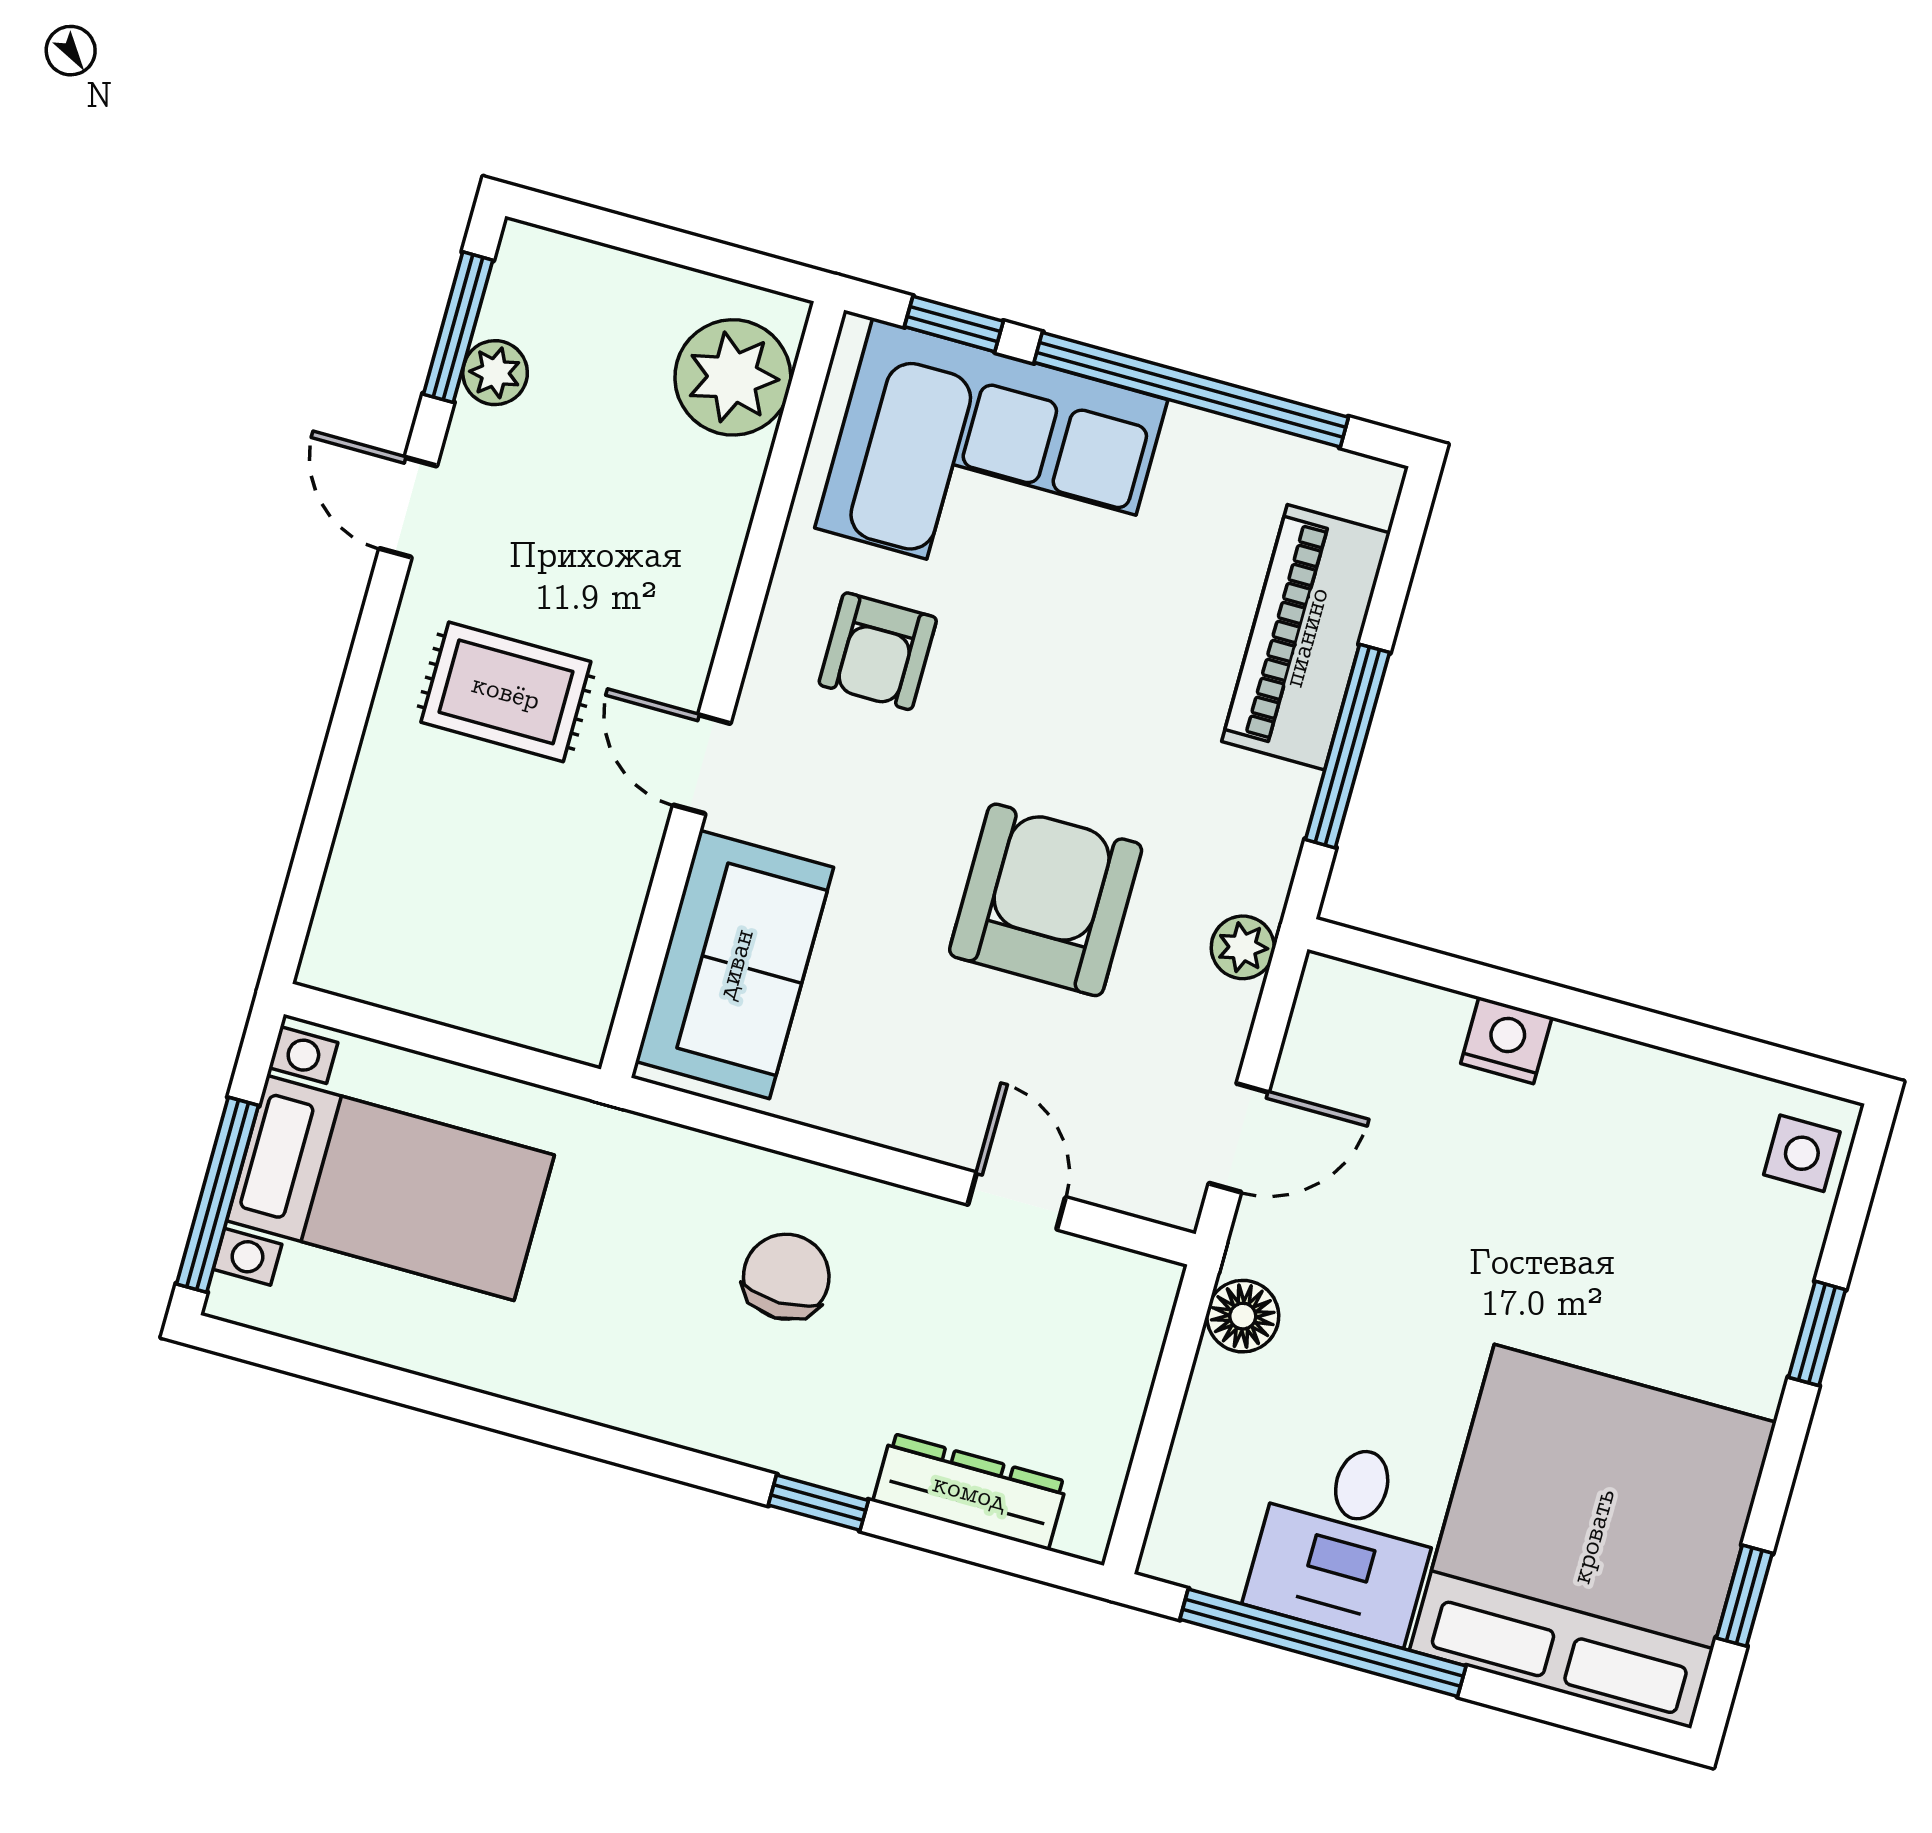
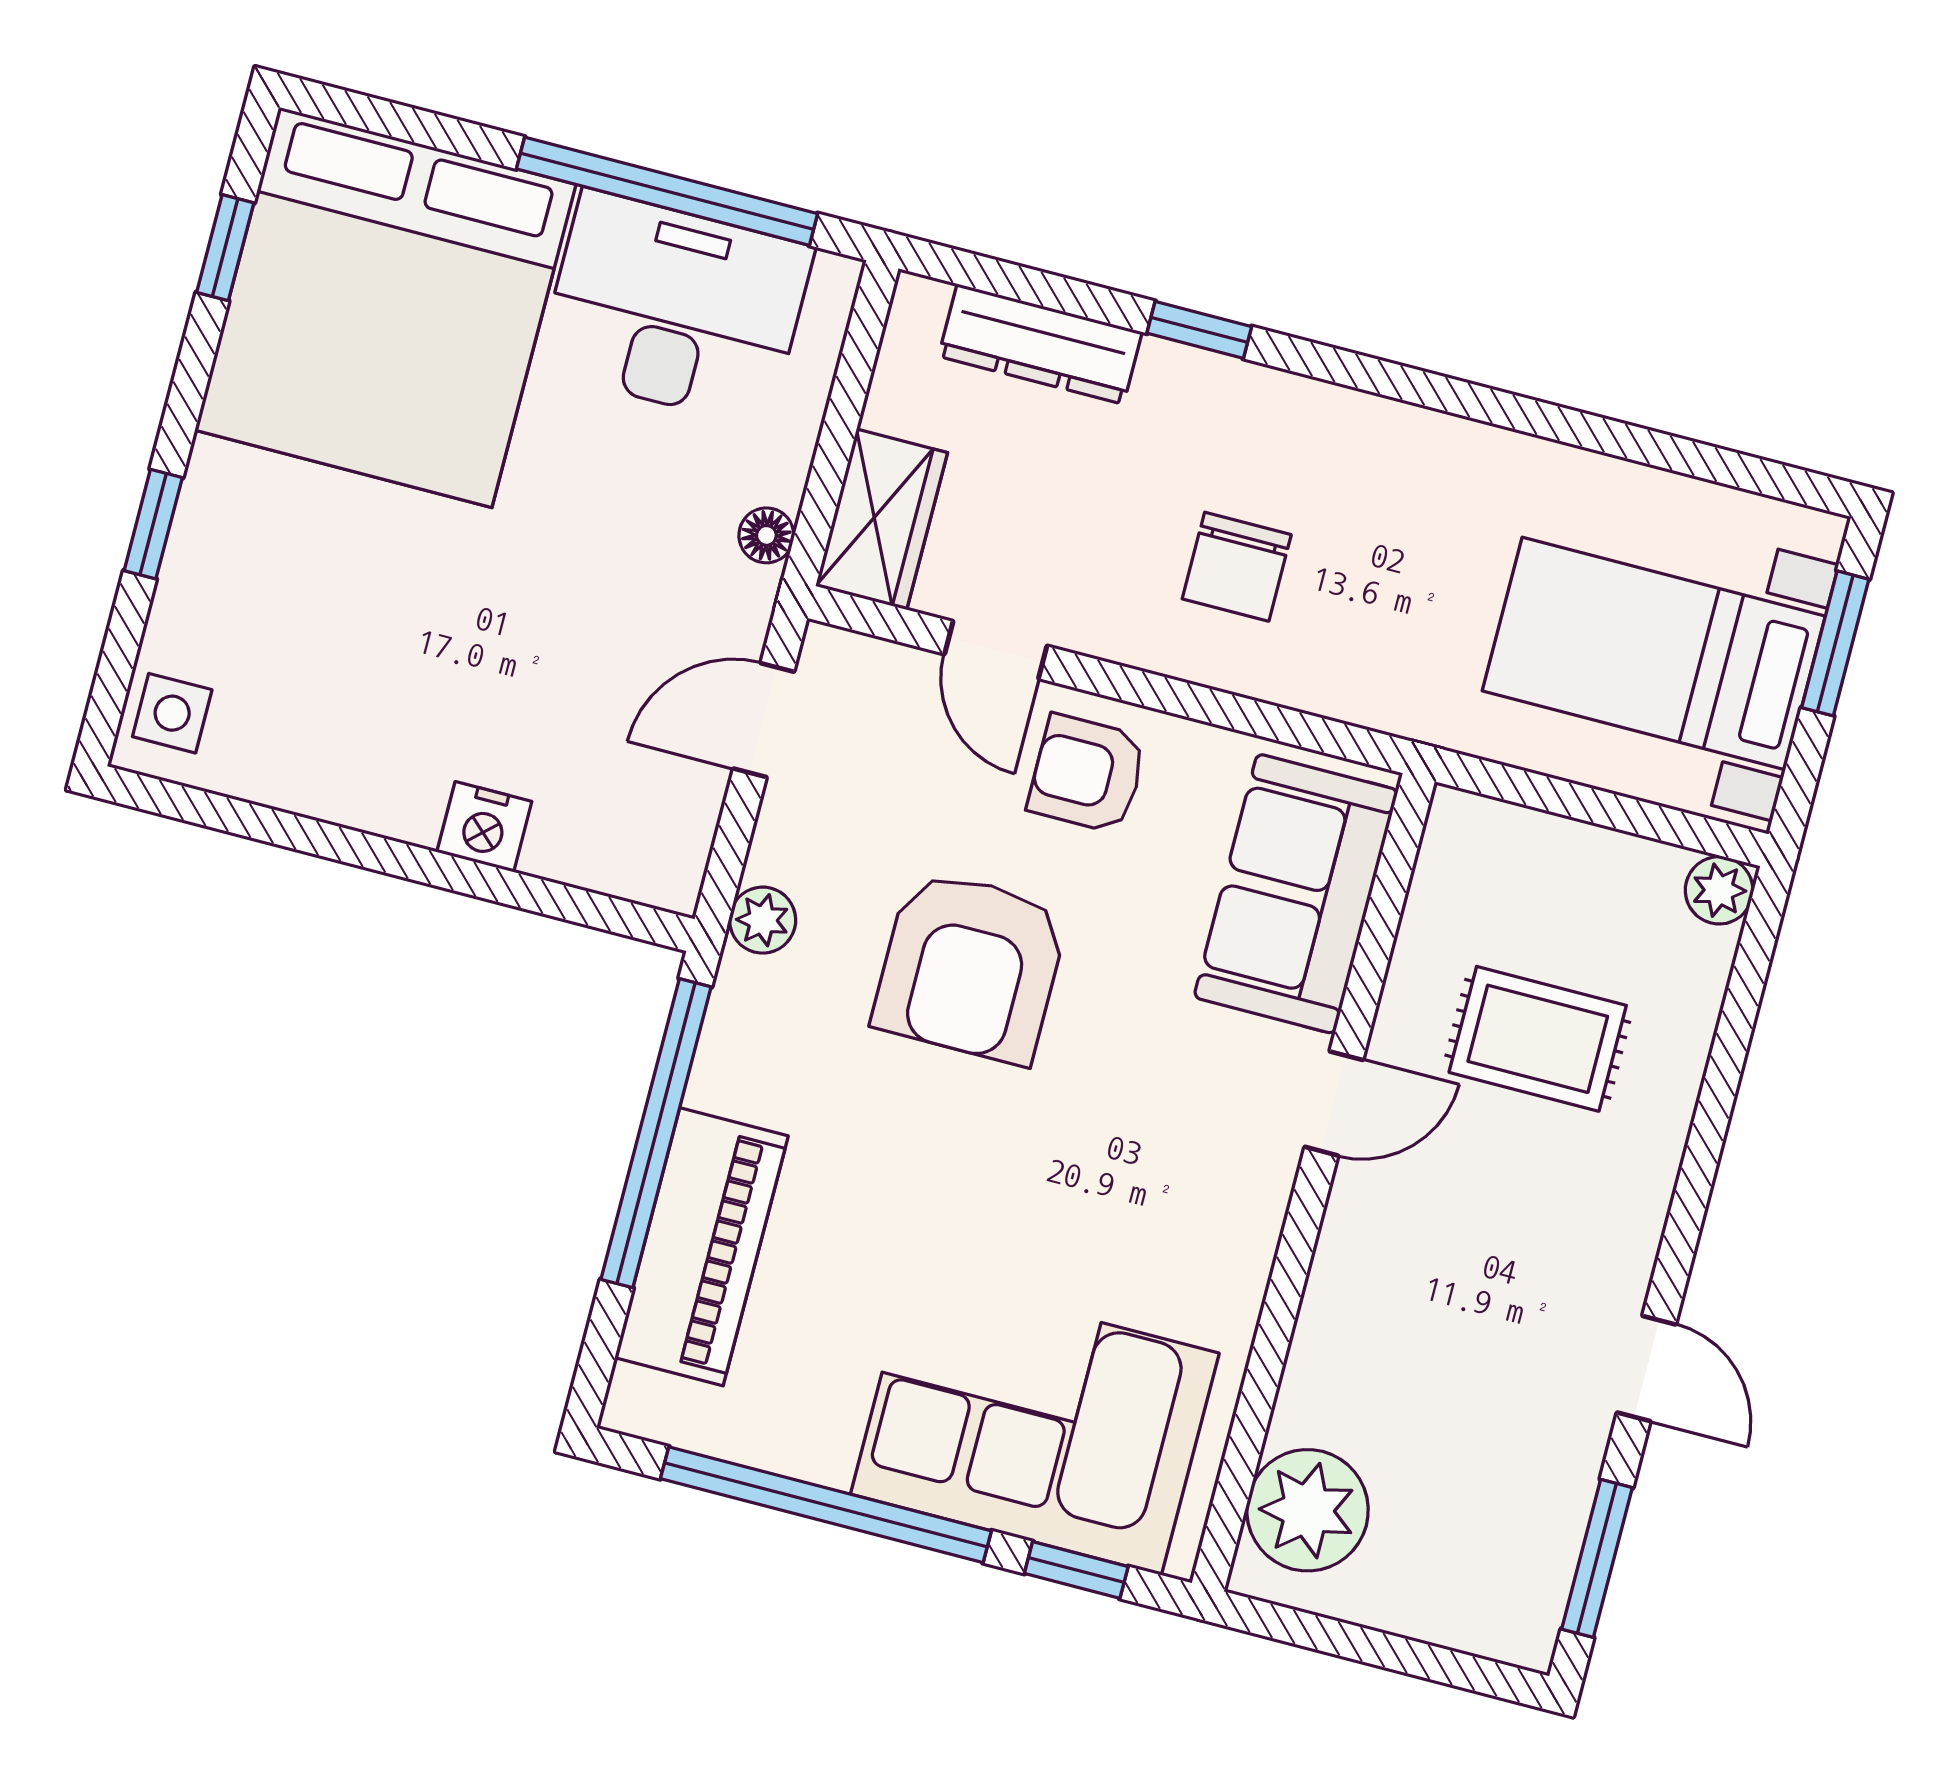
plant: (495, 373) -> (1719, 890), moved
armchair: (878, 651) -> (1087, 774), moved, turned -90
rug: (506, 692) -> (1538, 1039), moved
window: (1347, 746) -> (656, 1133), width x1.46
door: (702, 764) -> (1334, 1103), hinge flipped
window: (217, 1195) -> (1835, 643), width x0.69
floor lamp: (1243, 1316) -> (766, 535), width x0.73, depth x0.73
wardrobe: (1124, 1327) -> (882, 519), added
desk: (1347, 1539) -> (675, 309), width x1.37

